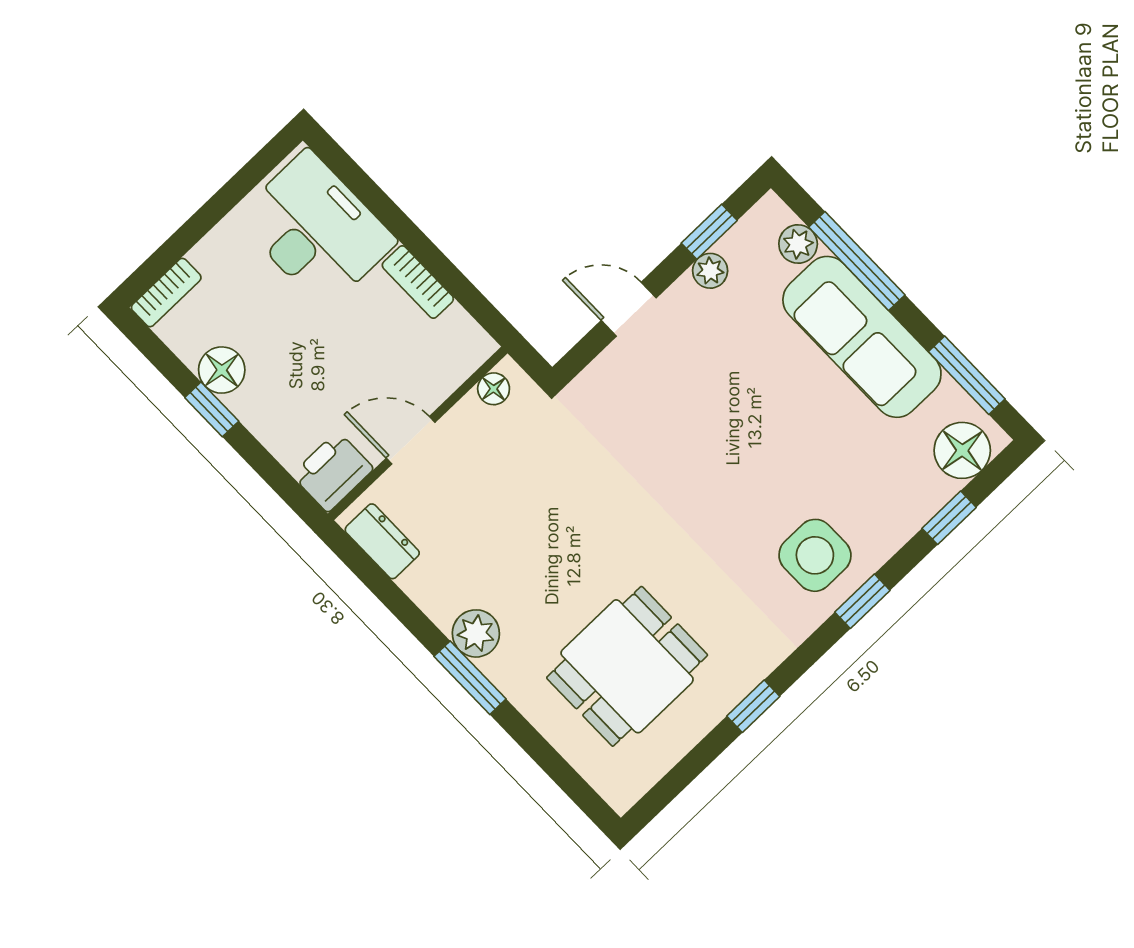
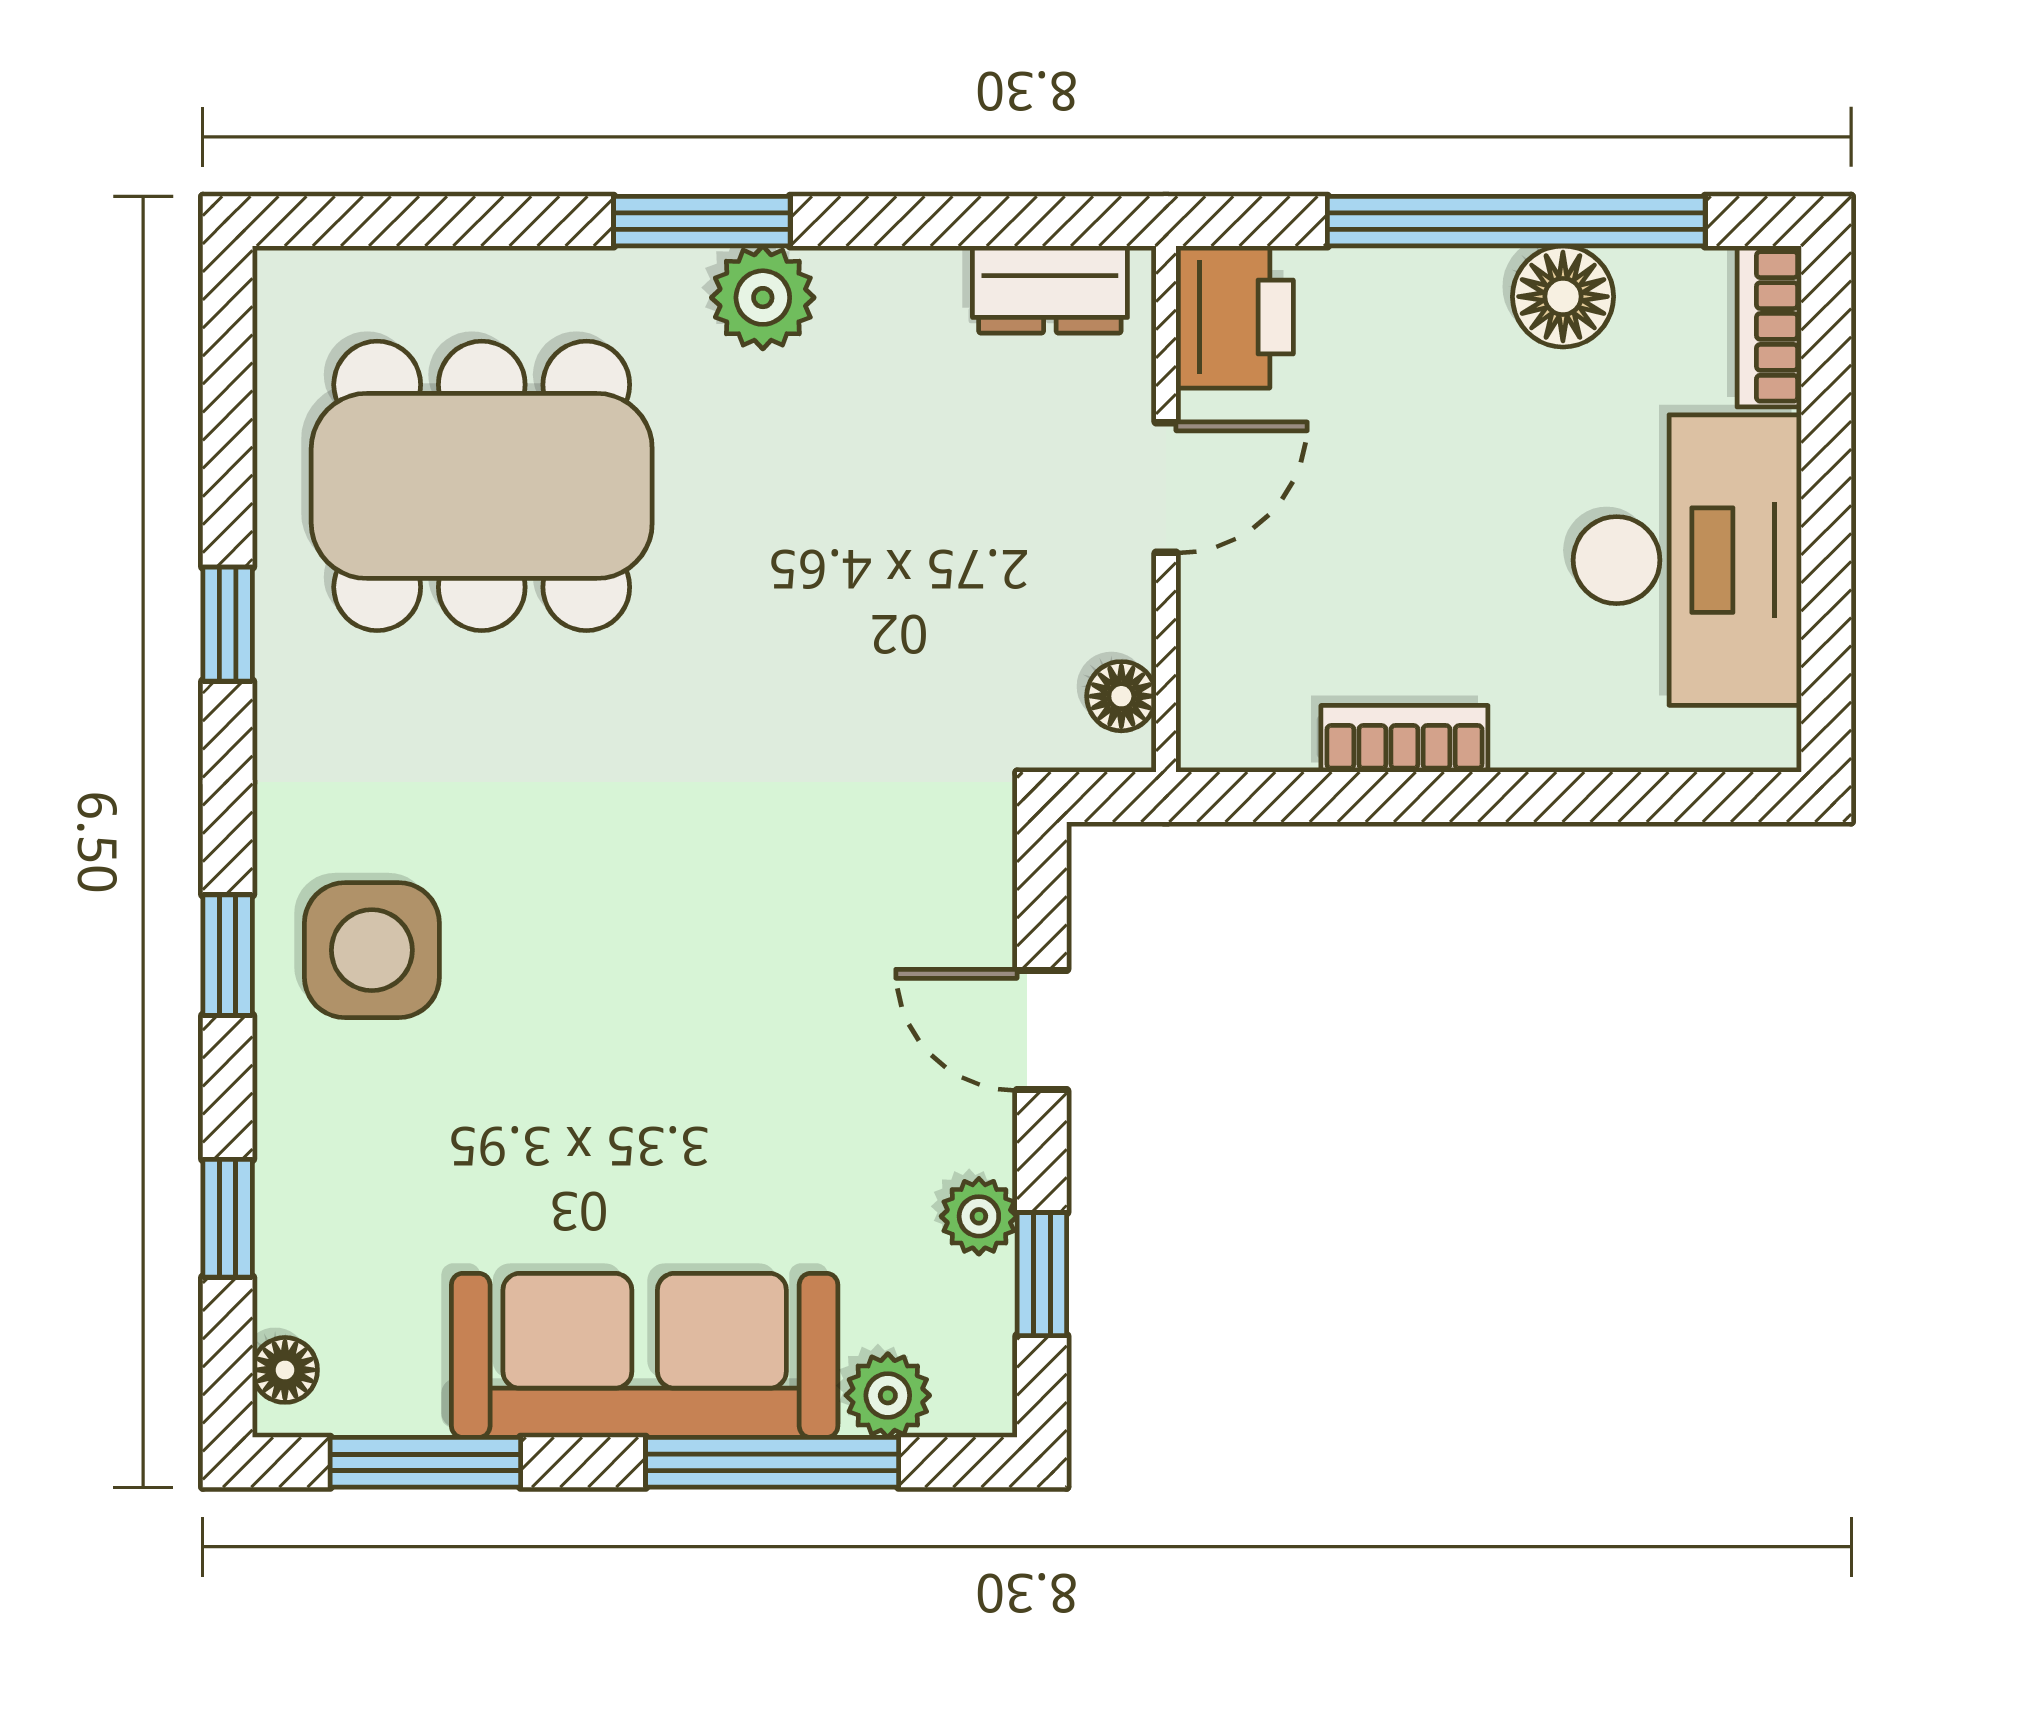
desk: (316, 230) -> (1687, 560), moved, turned -90
door: (629, 309) -> (1042, 1030), swing flipped
window: (212, 409) -> (1516, 221), width x3.17
floor lamp: (962, 450) -> (285, 1370), width x0.53, depth x0.53
dining table: (627, 666) -> (482, 486), width x1.38

